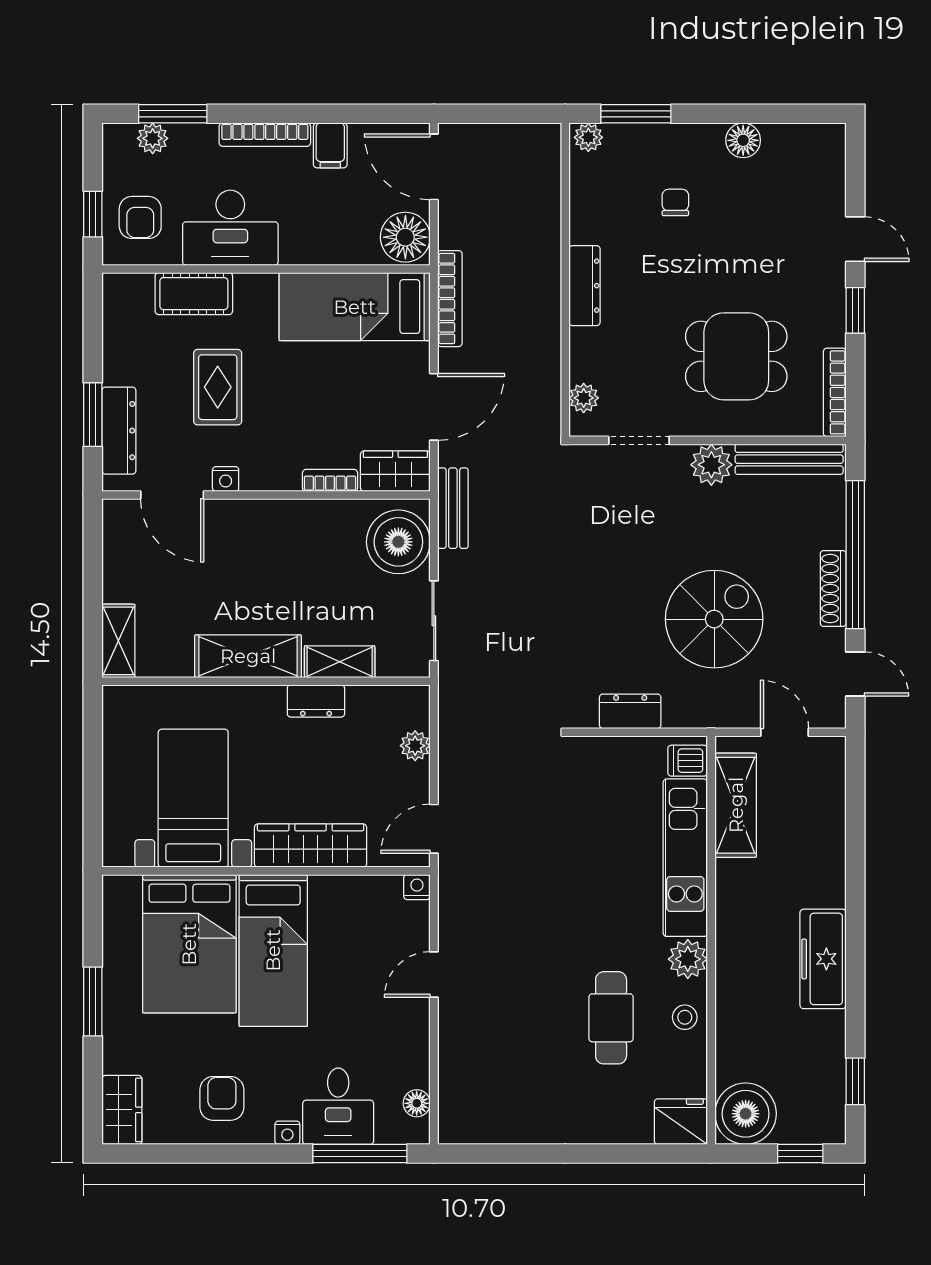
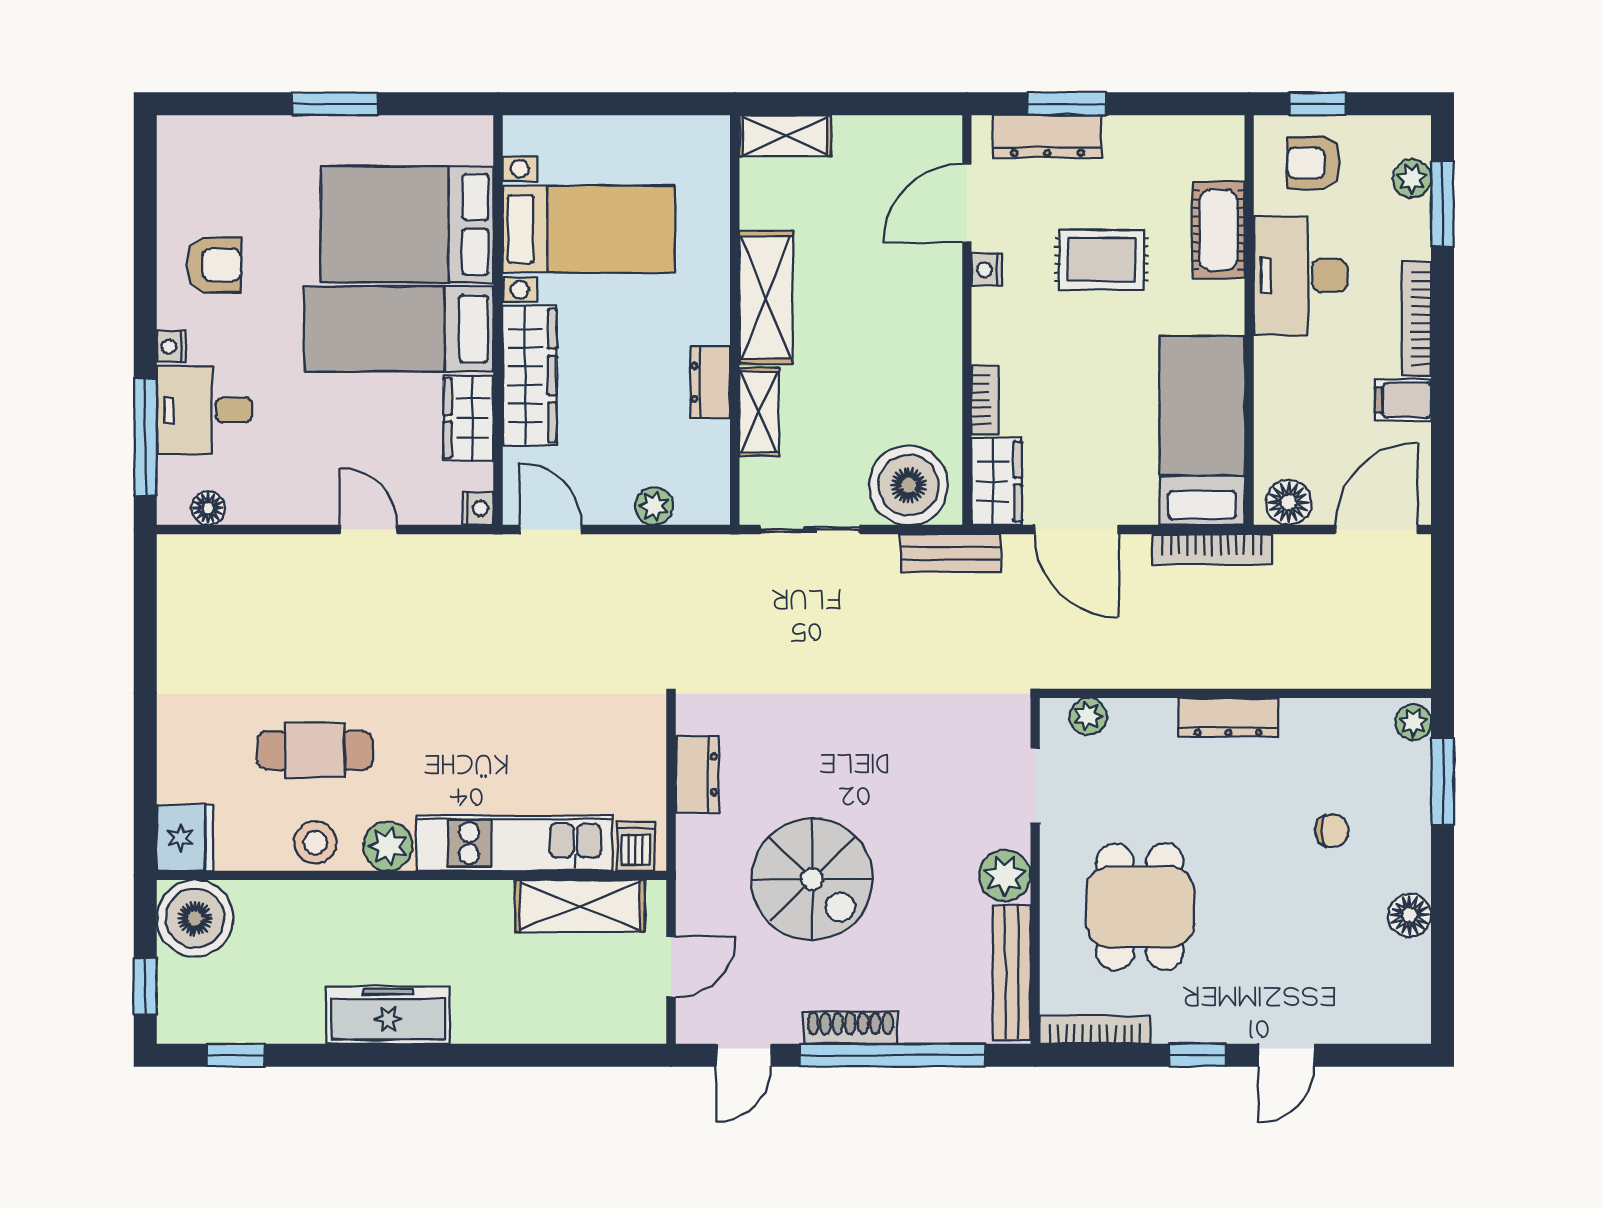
floor lamp: (405, 237) -> (1289, 502), width x0.73, depth x0.73
stool: (685, 1017) -> (315, 842), width x1.37, depth x1.37
wardrobe: (122, 1110) -> (468, 418), moved, turned 90

